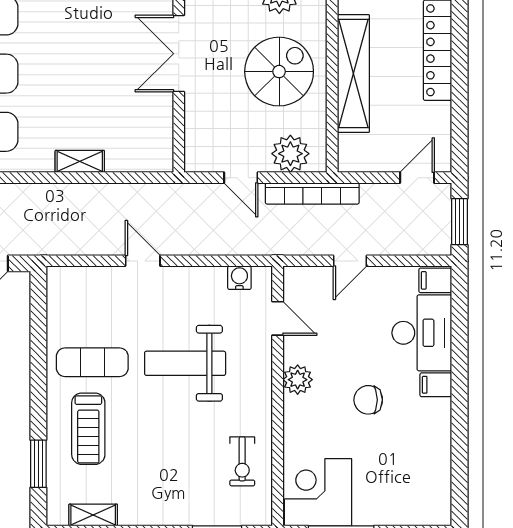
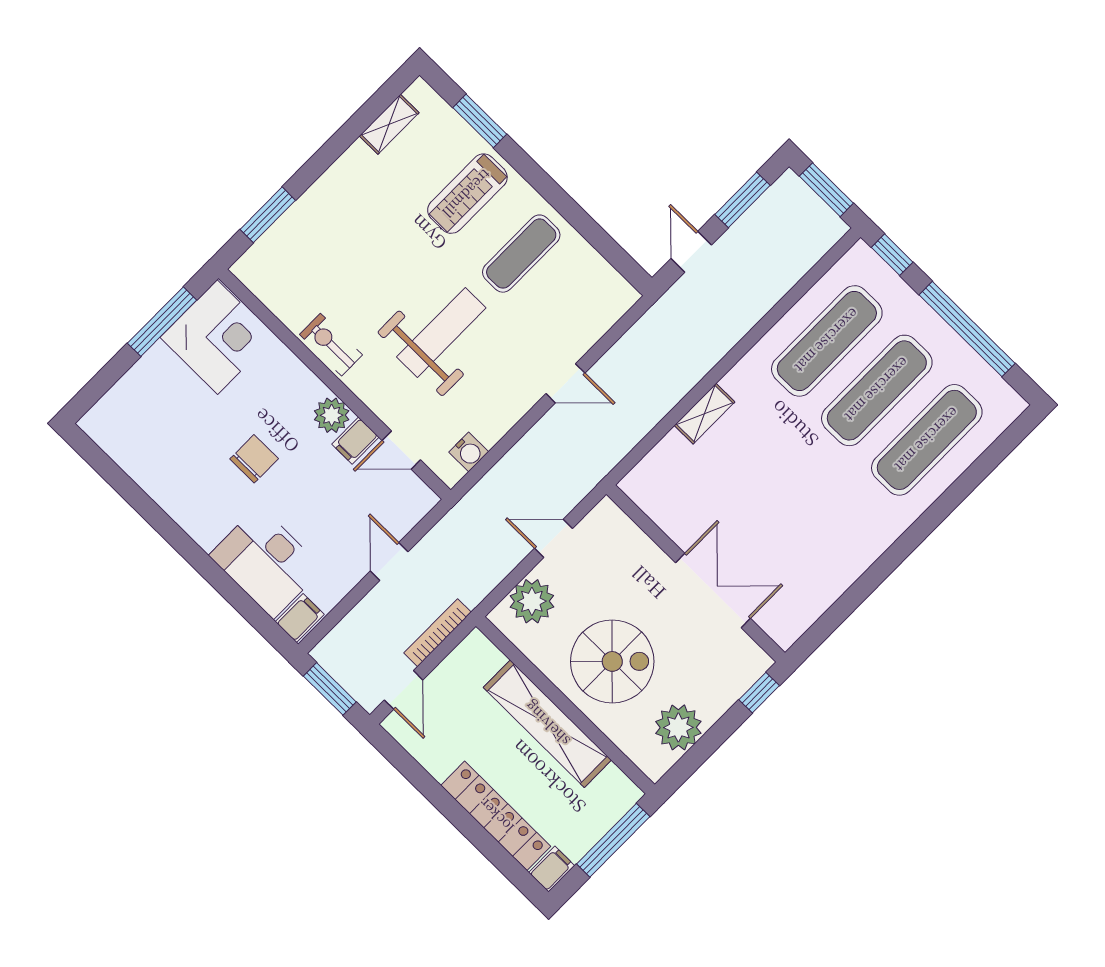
spiral stairs: (279, 72) -> (612, 661), turned -90
bookcase: (312, 193) -> (438, 633), moved, width x0.68, depth x0.76
filing cabinet: (436, 385) -> (355, 441), moved, turned 180
treadmill: (88, 429) -> (467, 194), turned -90
exercise bike: (242, 461) -> (331, 345), moved

